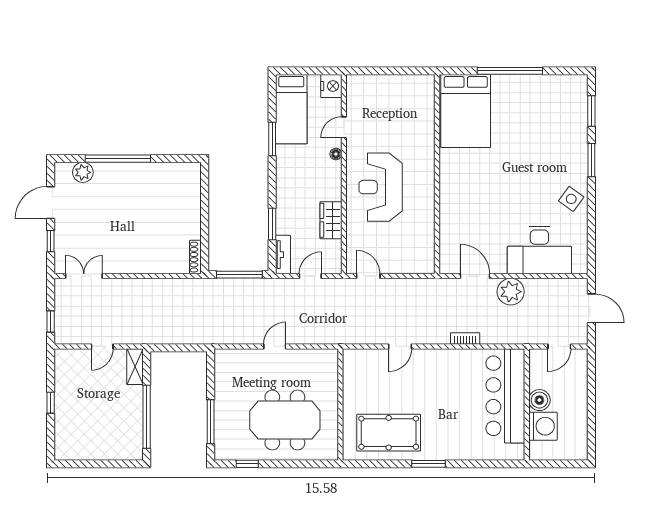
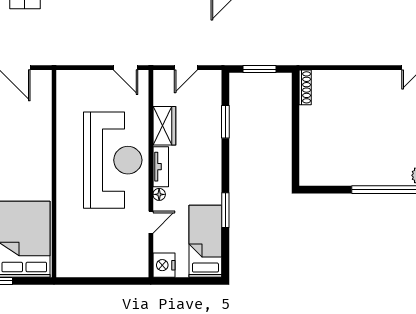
reception desk: (381, 187) -> (113, 160), width x1.36, depth x1.30
tv unit: (283, 255) -> (161, 167), moved, turned 180
window: (239, 275) -> (259, 69), width x0.69

